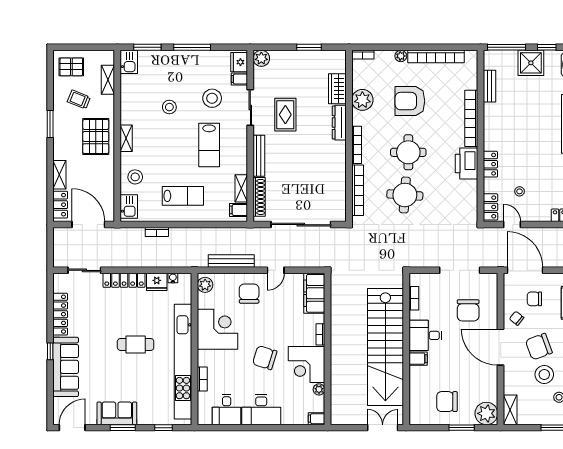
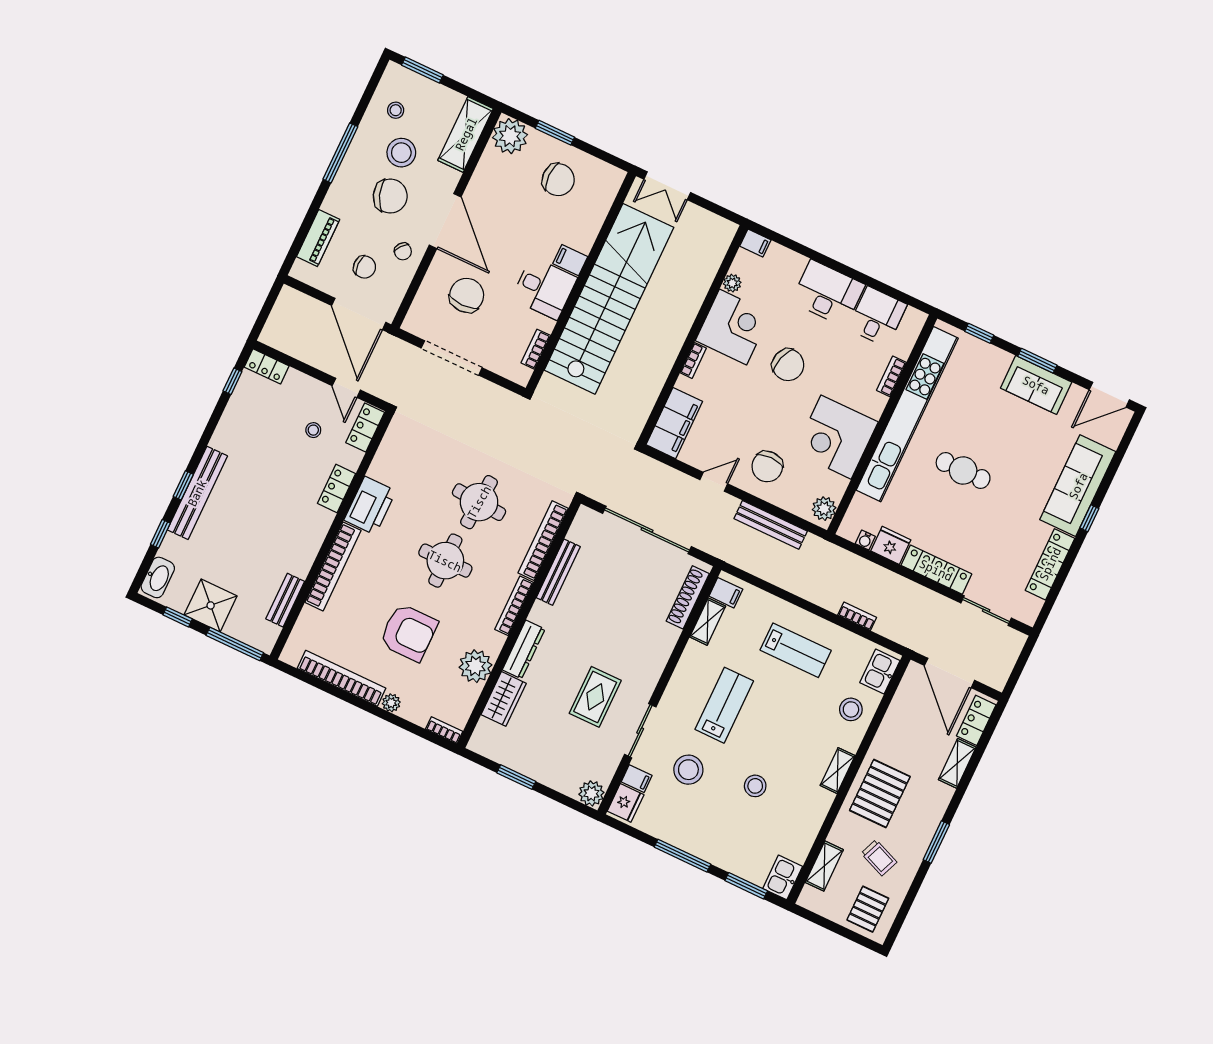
pallet: (71, 67) -> (868, 909), turned 90
bench: (259, 156) -> (558, 572), moved
lab bench: (183, 196) -> (796, 650), turned 180
shelving: (510, 410) -> (466, 134), width x1.50, depth x1.33

